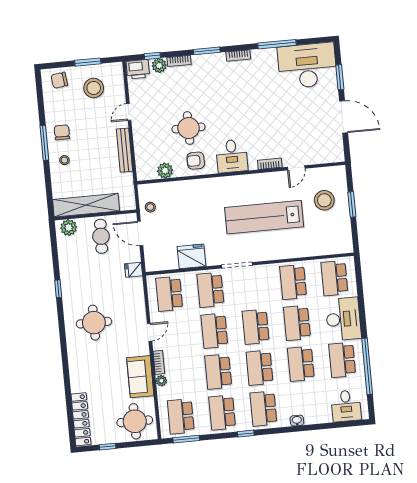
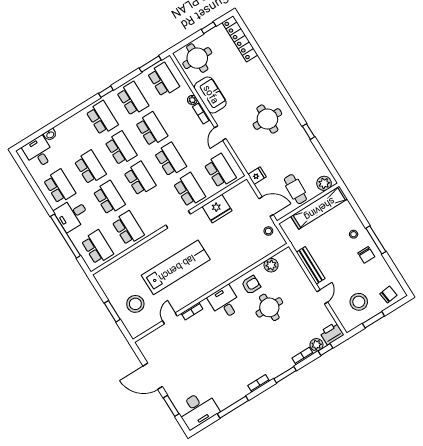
desk: (307, 66) -> (198, 409), width x0.73, depth x0.77
desk: (343, 319) -> (72, 215), width x0.73
window: (367, 366) -> (65, 236), moved
washbasin: (297, 421) -> (50, 135), moved

